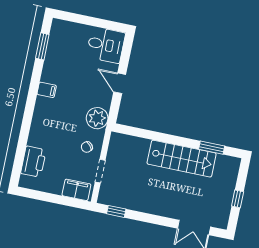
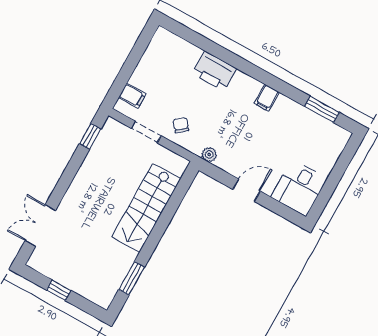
plant: (97, 118) -> (209, 155), width x0.53, depth x0.53
stairs: (182, 159) -> (146, 208), moved
printer: (33, 162) -> (214, 71), moved
filing cabinet: (76, 190) -> (132, 96), width x0.50

